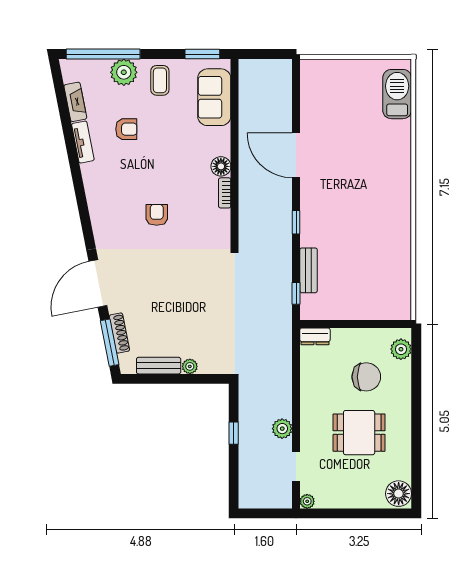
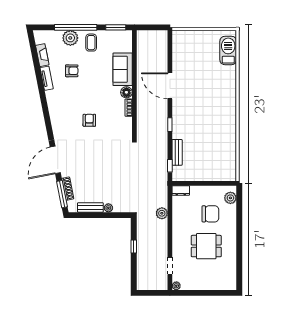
window: (103, 54) -> (76, 27), moved
sofa: (214, 97) -> (123, 69), moved
plant: (282, 429) -> (162, 213), moved
floor lamp: (399, 494) -> (229, 281), removed

